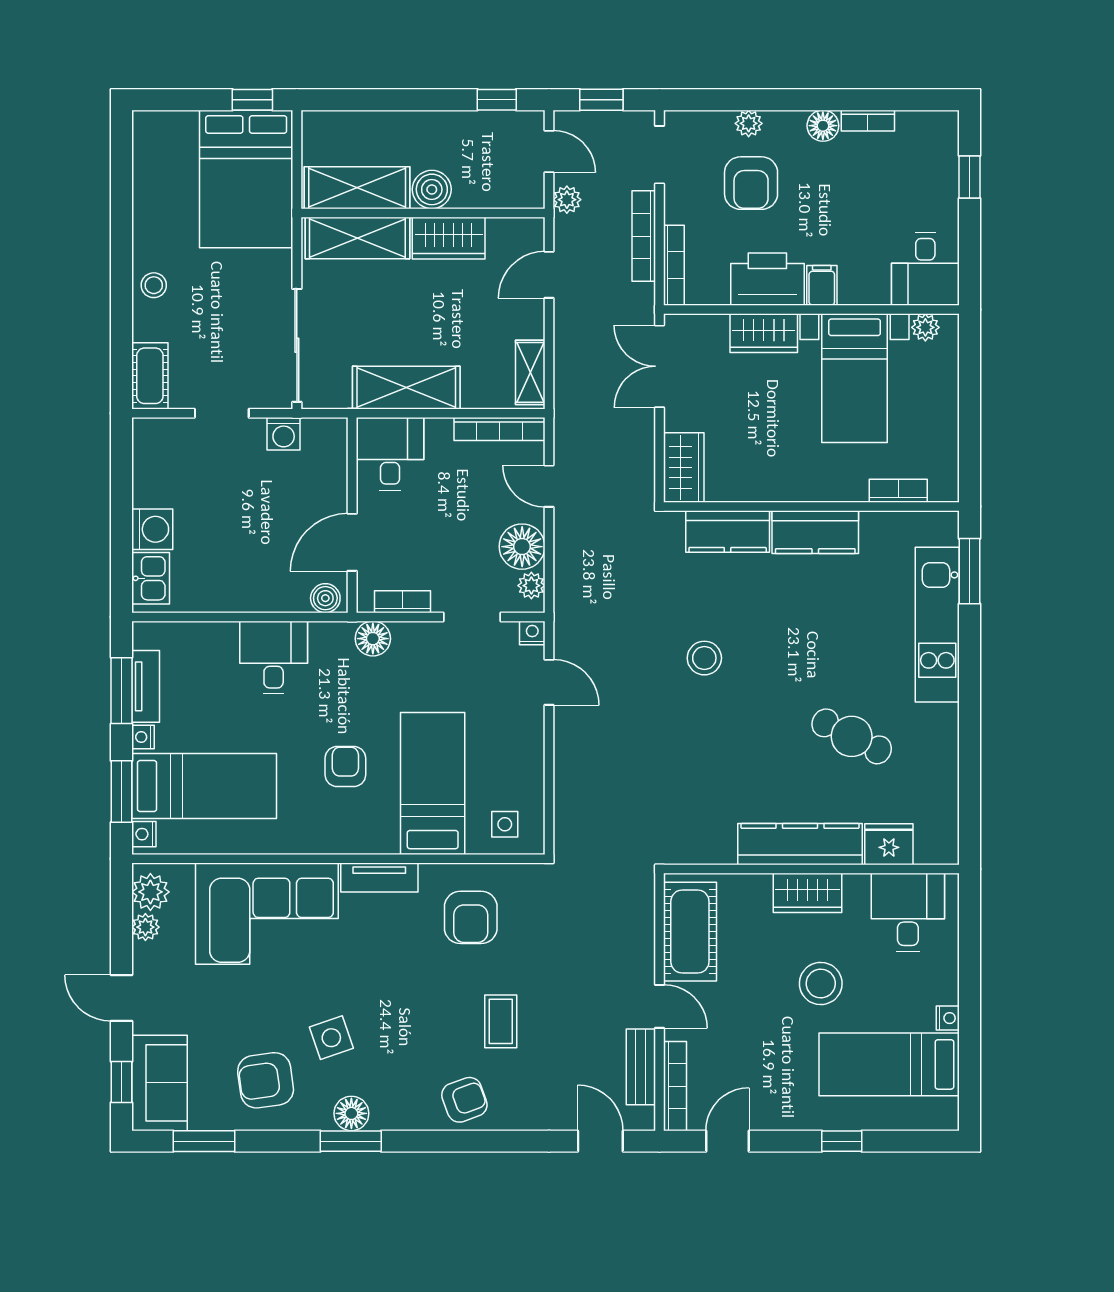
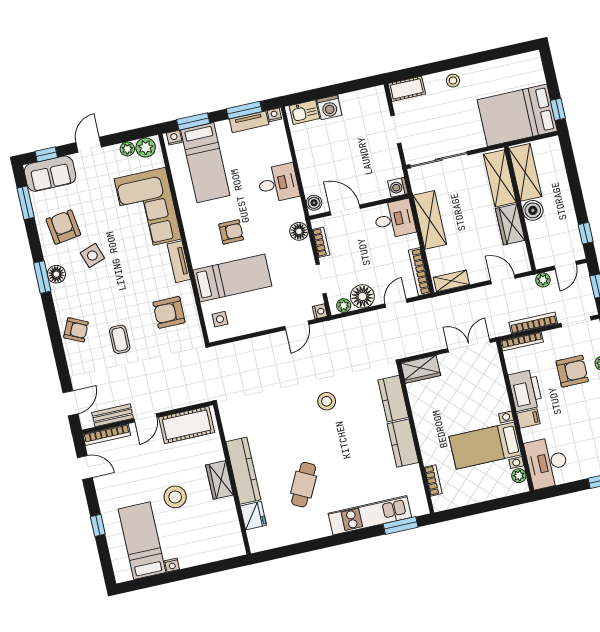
armchair: (751, 183) -> (572, 371), turned 180
desk: (925, 269) -> (547, 463), width x1.37
wardrobe: (764, 333) -> (498, 395), removed
washing machine: (284, 434) -> (398, 187), moved
nightstand: (143, 737) -> (274, 115), moved
desk: (908, 913) -> (221, 533), removed
coffee table: (501, 1021) -> (120, 339), turned 90
armchair: (464, 1100) -> (76, 330), turned -45

